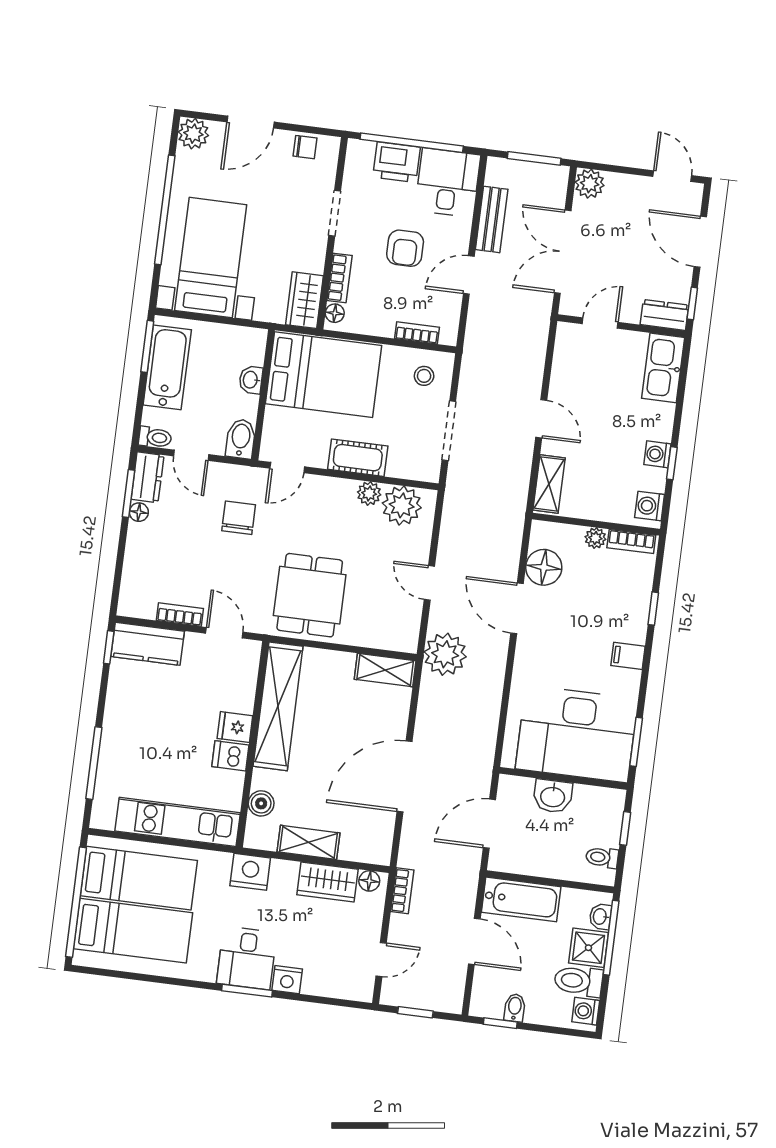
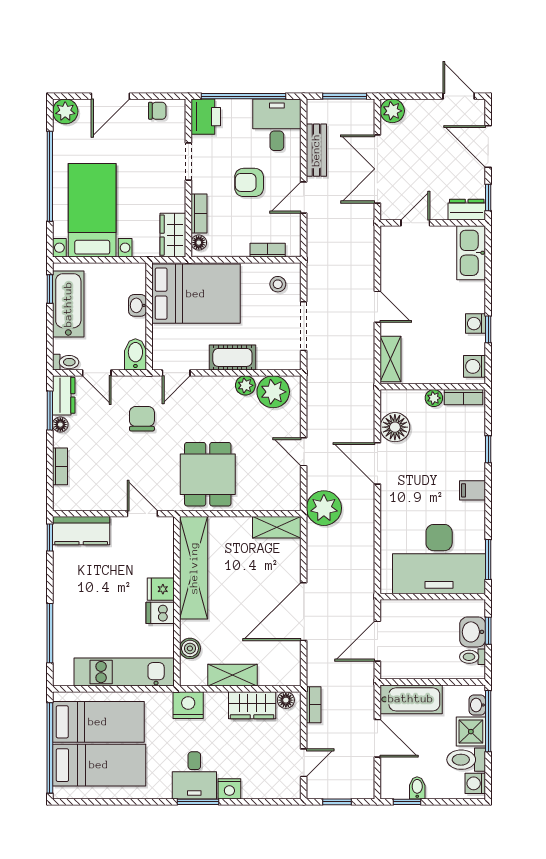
printer: (397, 162) -> (206, 117), moved, turned -90
armchair: (405, 248) -> (249, 182), turned 90
window: (147, 346) -> (50, 289), width x0.67
bookcase: (180, 615) -> (60, 466), moved, turned 90
washbasin: (553, 796) -> (473, 632), moved, turned 90

